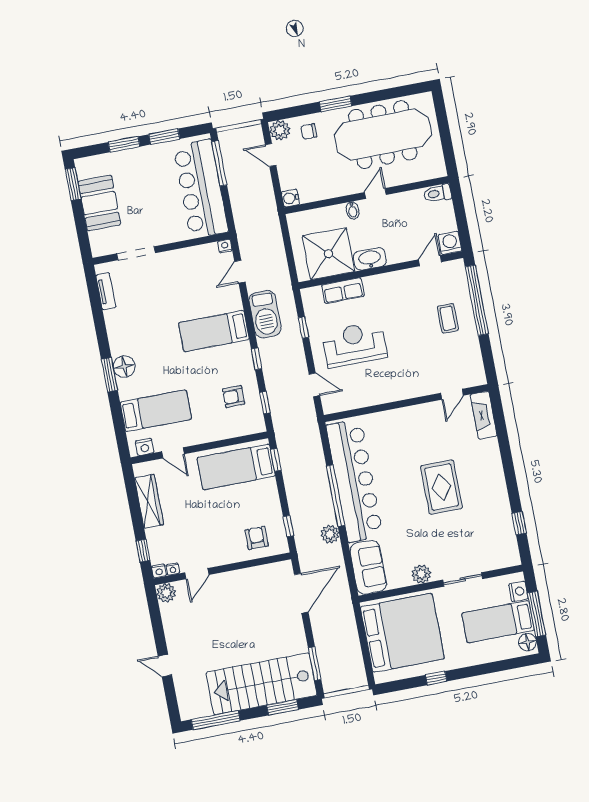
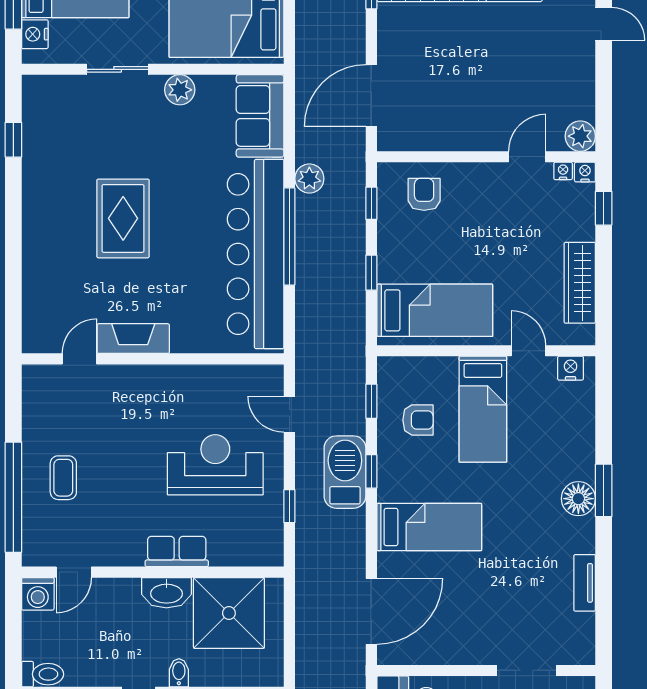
nightstand: (225, 246) -> (387, 655), removed
door: (240, 272) -> (371, 611), width x1.88
tv unit: (106, 291) -> (585, 583), moved
row of seats: (343, 291) -> (177, 552), moved
barbecue: (265, 314) -> (345, 472), moved
reception desk: (355, 344) -> (215, 465), turned 180
bed: (156, 411) -> (483, 409), moved, turned -90
fireplace: (484, 415) -> (133, 339), moved, turned -90
window: (276, 460) -> (371, 273), moved
armchair: (257, 538) -> (424, 194), turned 180

